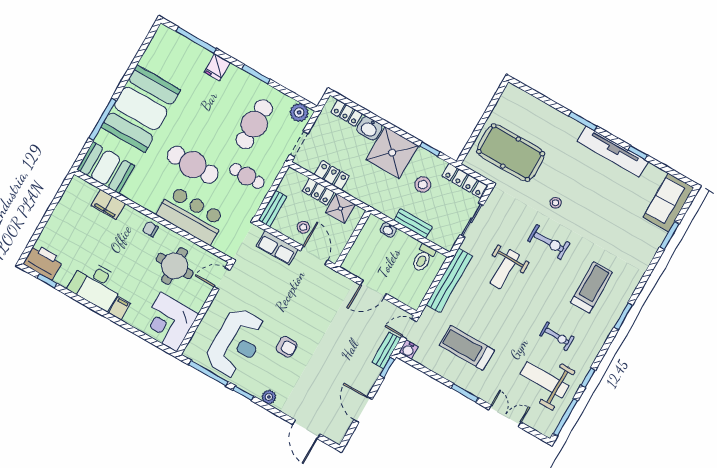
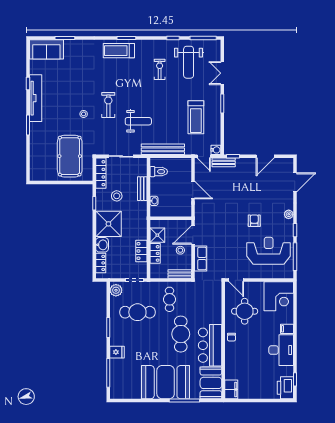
filing cabinet: (108, 204) -> (231, 389), moved
bar counter: (191, 215) -> (210, 345), moved
treadmill: (592, 287) -> (119, 51), moved

